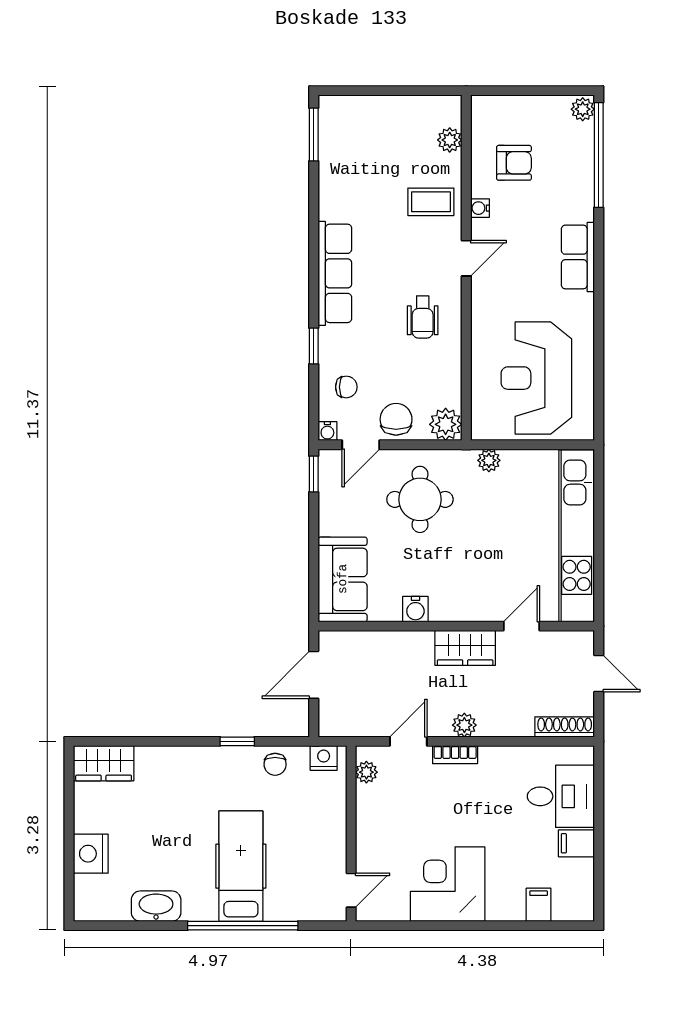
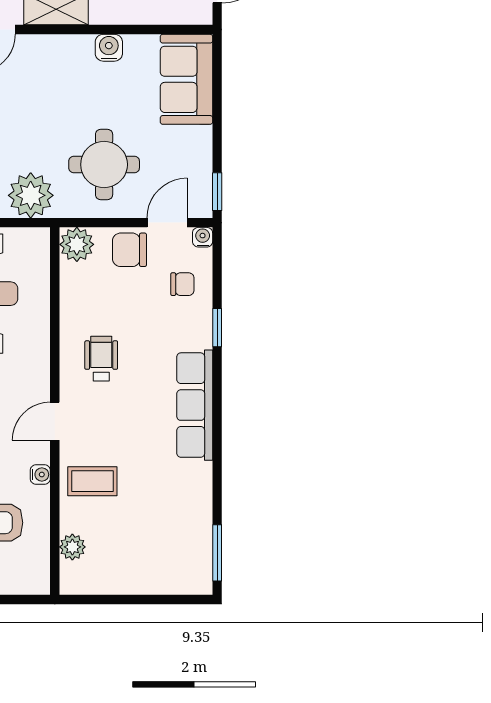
chair: (346, 387) -> (182, 284), turned 180
chair: (396, 419) -> (129, 250), turned 90
plant: (489, 460) -> (31, 195), width x1.88, depth x1.88

